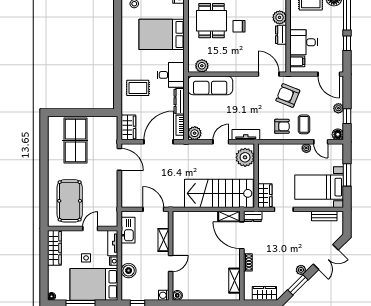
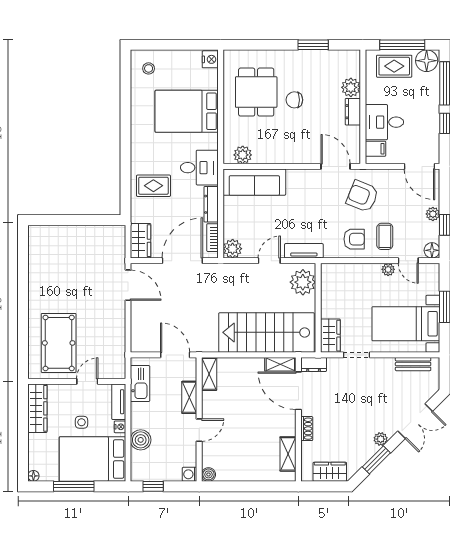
table tennis table: (75, 141) -> (67, 259), removed
shelving: (178, 223) -> (209, 374), added

